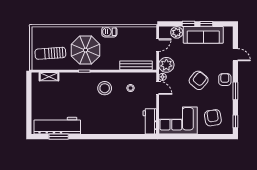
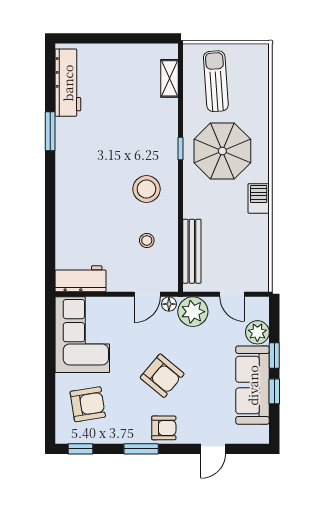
workbench: (57, 126) -> (68, 83), width x0.73, depth x0.76
window: (59, 137) -> (50, 131), moved

